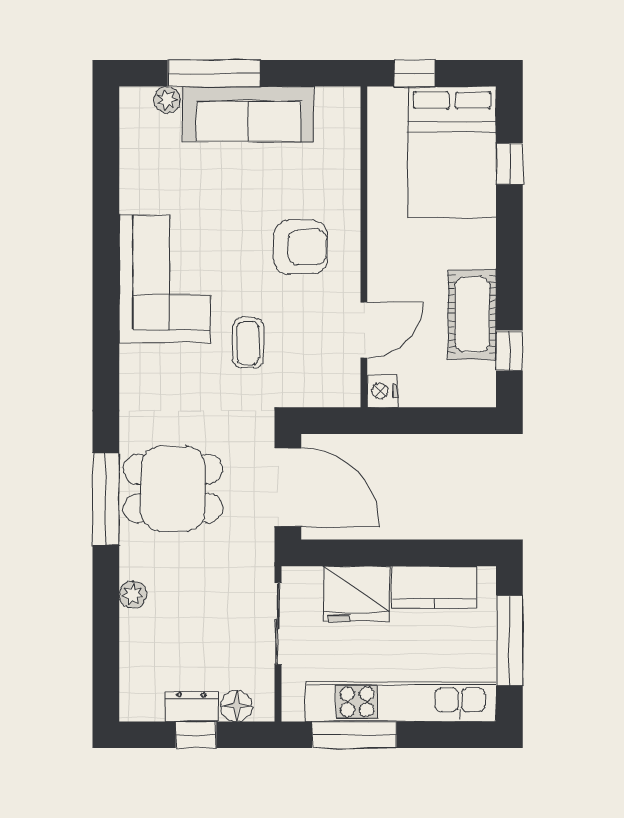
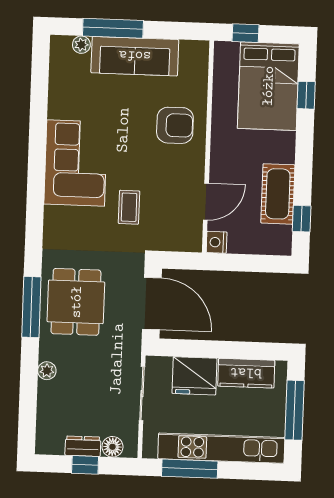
armchair: (301, 247) -> (175, 125), moved
dining table: (173, 489) -> (76, 302), turned 90

